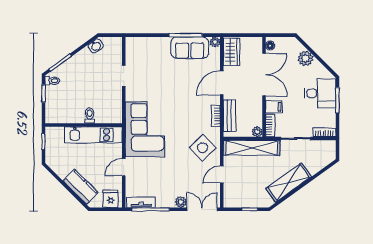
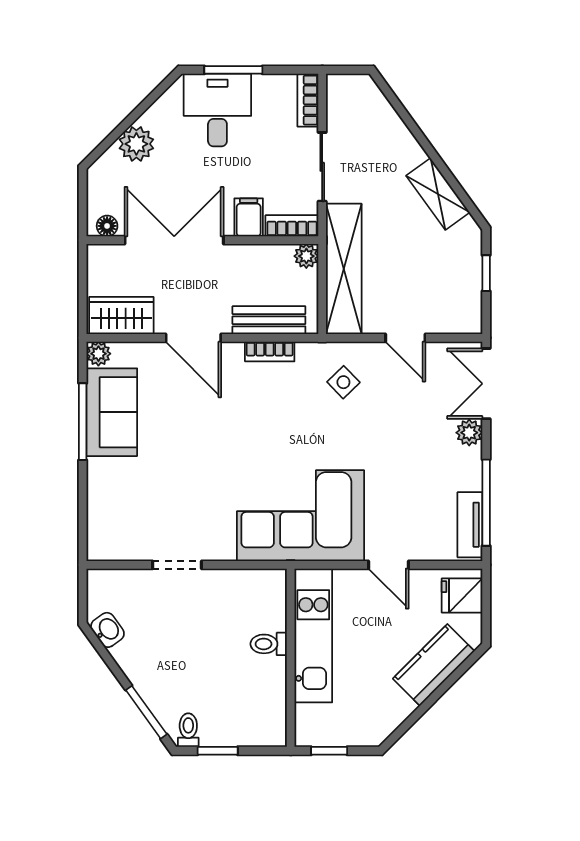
side table: (203, 148) -> (343, 382), width x0.54, depth x0.54
shelving: (289, 183) -> (438, 194), width x0.67, depth x0.75

